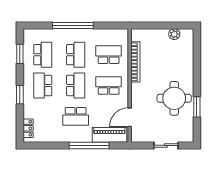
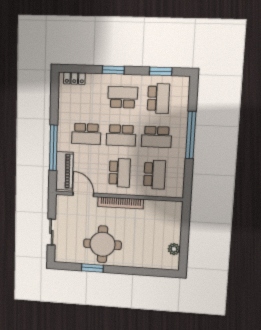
school desk: (43, 55) -> (158, 99), turned -90
bookcase: (135, 62) -> (121, 203), moved
school desk: (76, 116) -> (86, 134), turned -90

